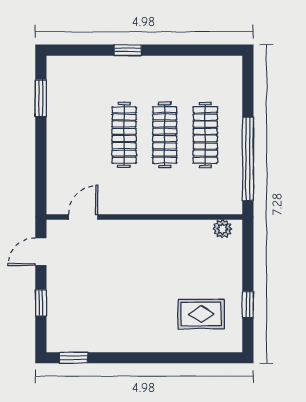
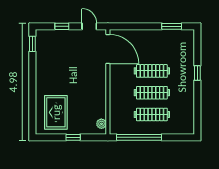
door: (83, 217) -> (108, 49), width x1.88
window: (248, 305) -> (73, 137), moved
rug: (201, 314) -> (56, 112), width x1.36, depth x1.43

